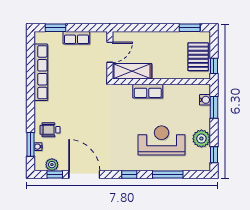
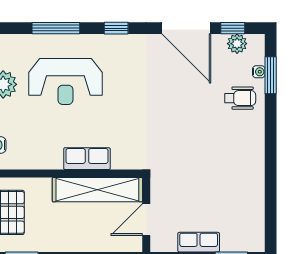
shelving: (132, 71) -> (97, 190), width x1.47
row of seats: (41, 72) -> (254, 188), removed

